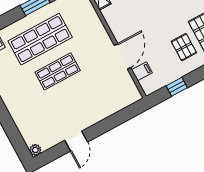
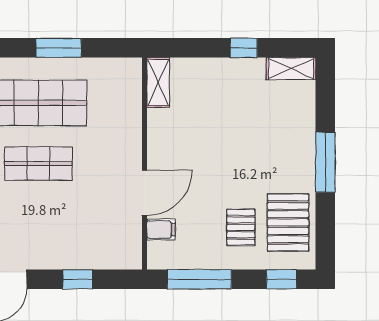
window: (177, 87) -> (199, 279), width x2.17
window: (112, 122) -> (78, 279), added

